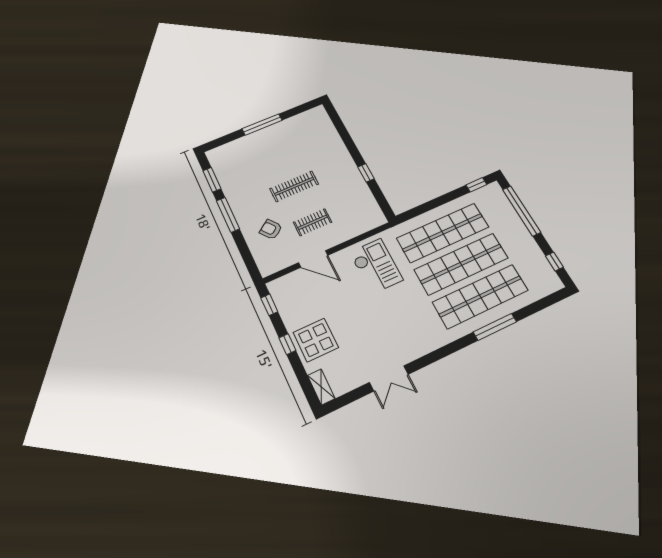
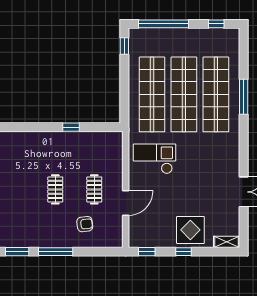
clothes rail: (294, 186) -> (55, 189), width x0.73
armchair: (271, 229) -> (85, 224), turned -150

